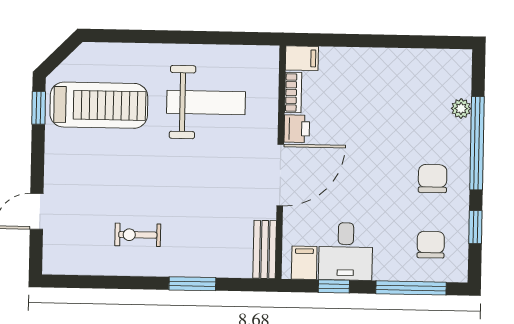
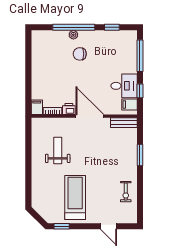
weight bench: (206, 103) -> (58, 150), width x0.73, depth x0.75
treadmill: (99, 105) -> (75, 198), moved
plant: (461, 108) -> (73, 35), moved
chair: (433, 179) -> (80, 54), moved
exercise bike: (138, 235) -> (126, 192), moved
chair: (431, 245) -> (120, 47), removed

